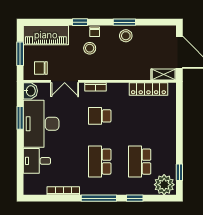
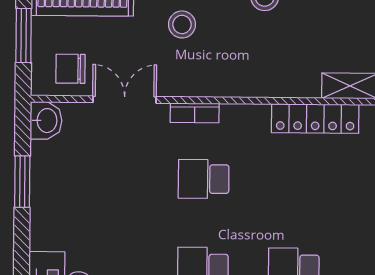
double door: (65, 81) -> (124, 100), swing flipped
desk: (41, 124) -> (70, 196), removed

